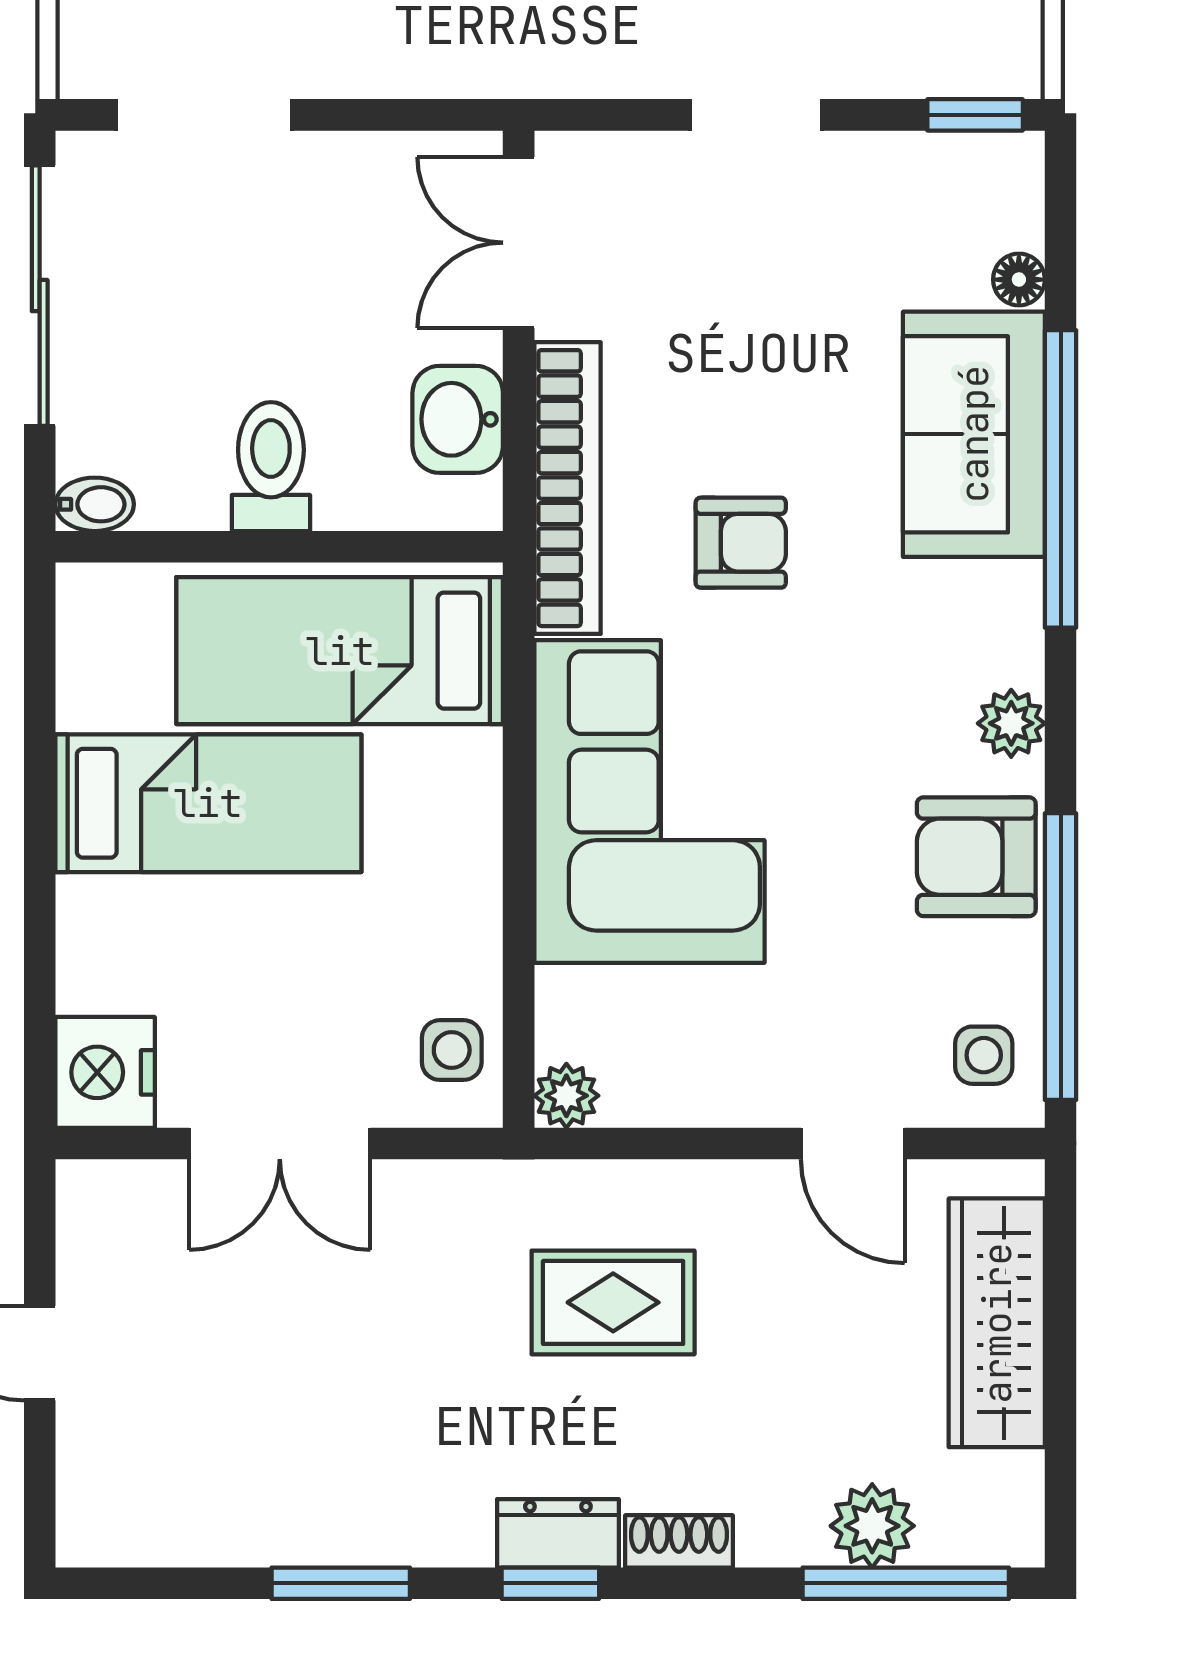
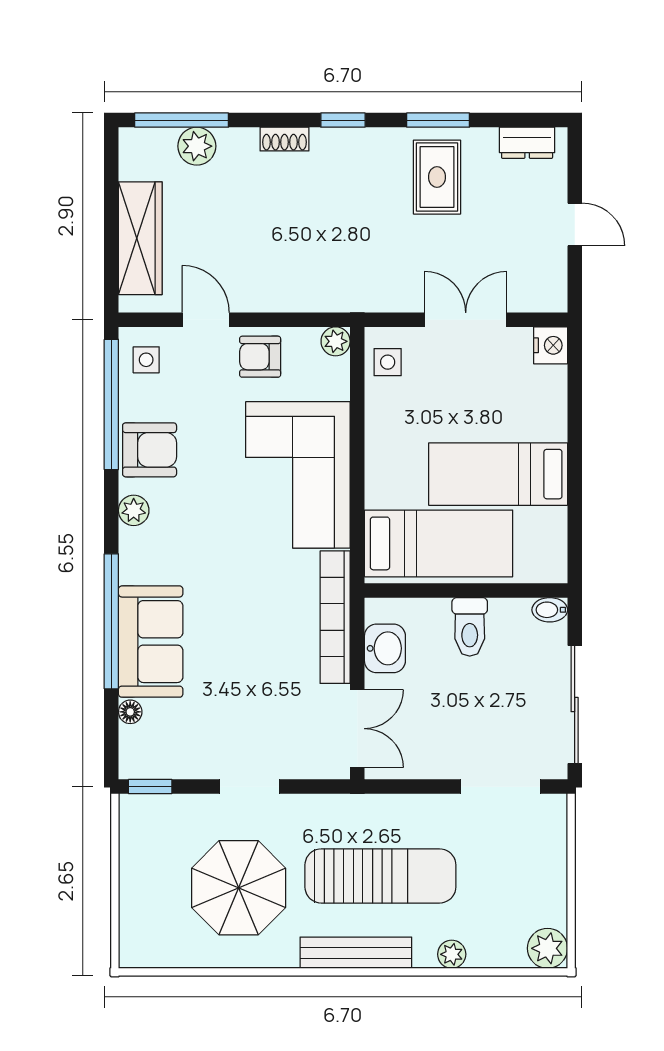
armchair: (741, 543) -> (260, 357), moved
nightstand: (105, 1072) -> (551, 345), width x0.74, depth x0.75
rug: (613, 1302) -> (437, 177), moved, turned 90
dresser: (558, 1533) -> (527, 143), moved

